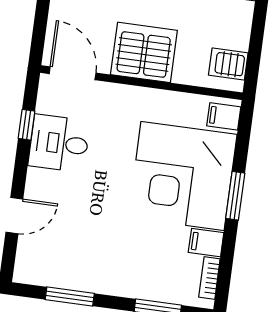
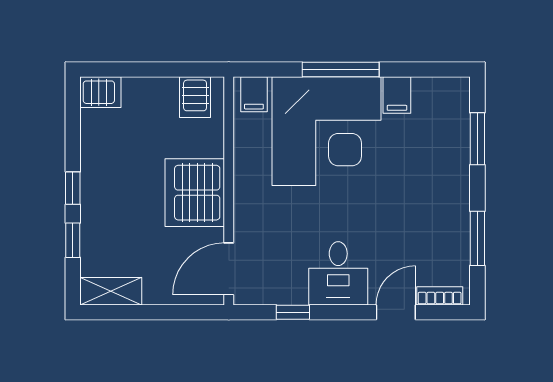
desk: (59, 143) -> (338, 273), moved
window: (235, 196) -> (341, 70), width x1.44
door: (14, 216) -> (396, 312), hinge flipped
bookcase: (209, 278) -> (440, 296), moved, turned 180

